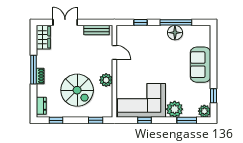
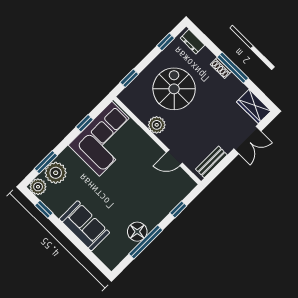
spiral stairs: (77, 90) -> (174, 89), turned 90
plant: (175, 109) -> (56, 173), moved

